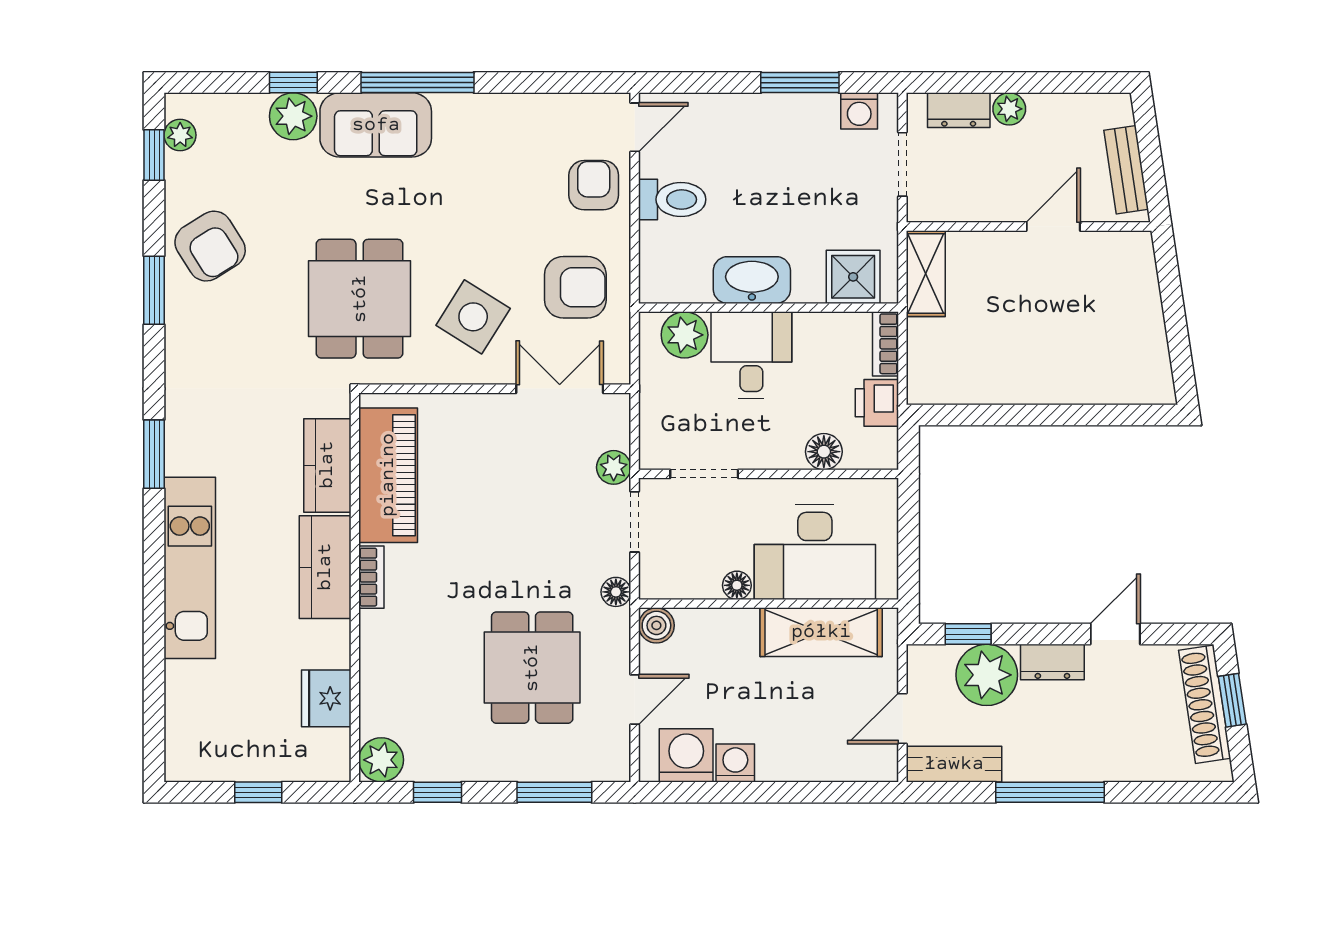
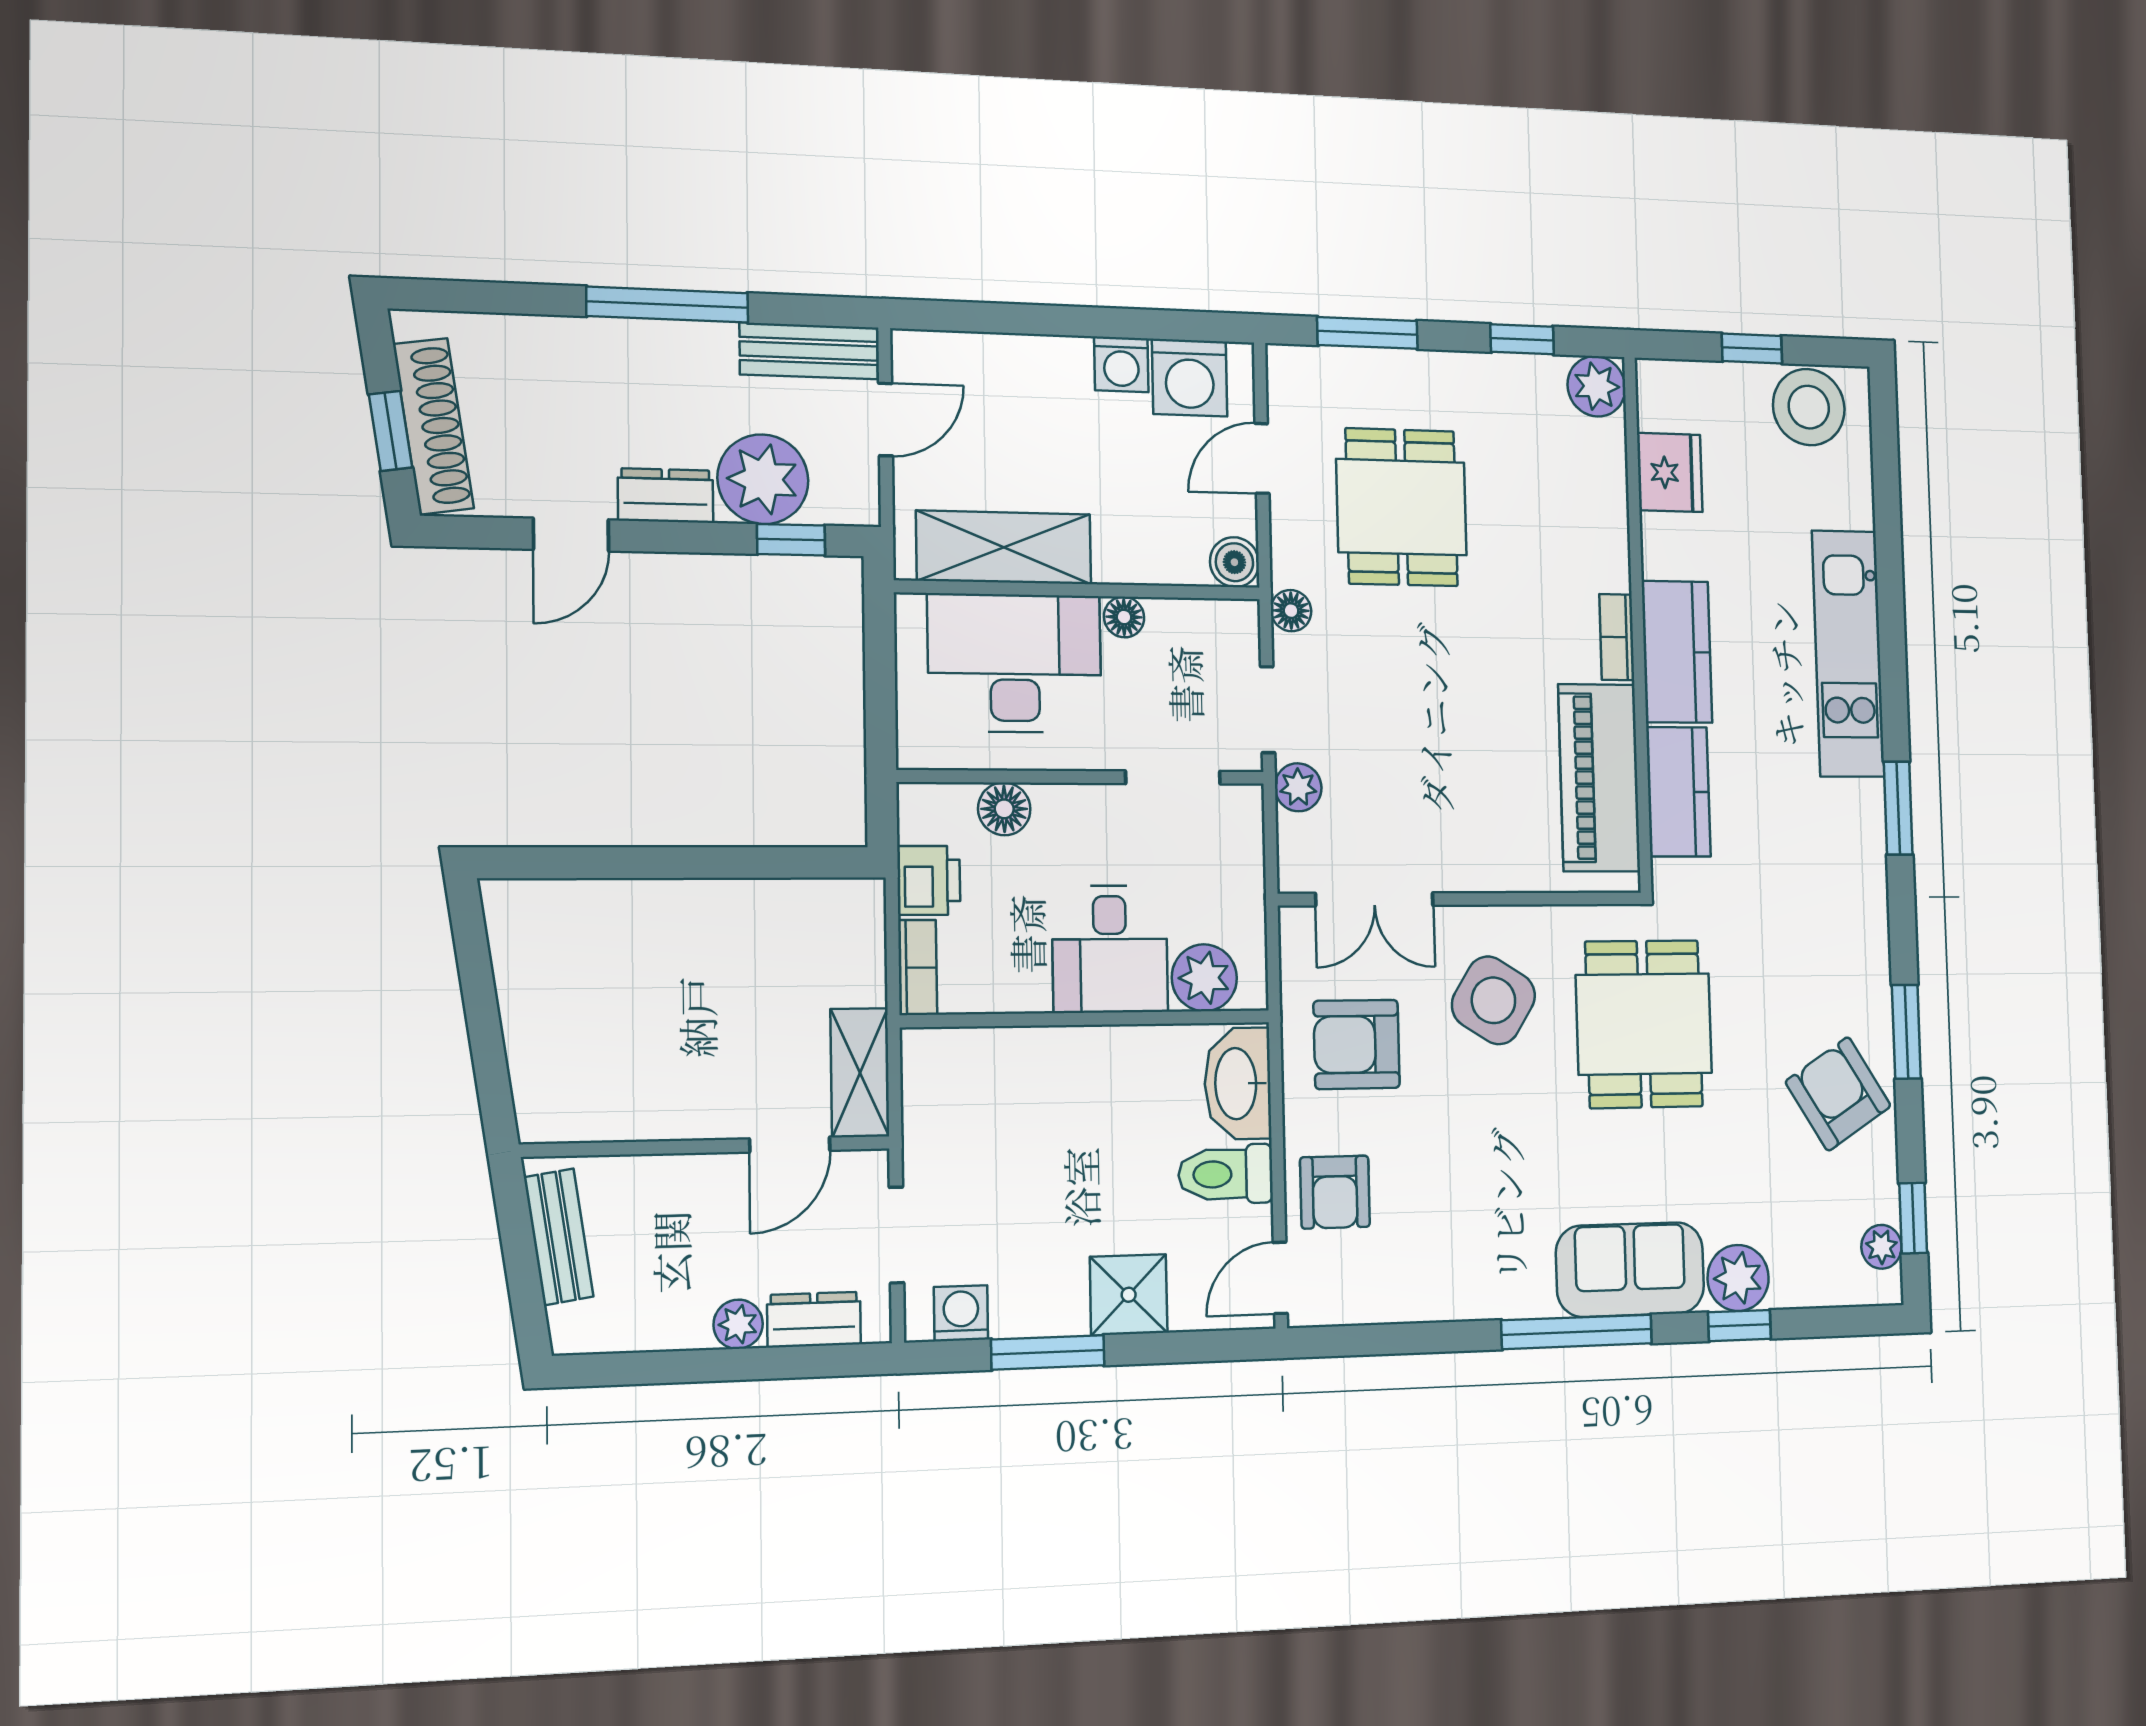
door: (1053, 226) -> (790, 1145), moved
shower: (853, 277) -> (1129, 1295), moved
washbasin: (752, 280) -> (1238, 1084), moved, turned 90
stool: (214, 750) -> (1809, 407), added

